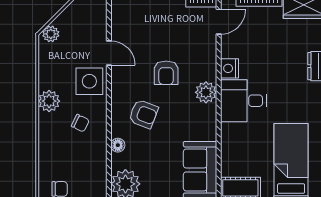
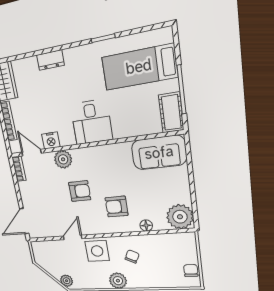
nightstand: (229, 68) -> (51, 141), moved
plant: (206, 92) -> (63, 159), moved
armchair: (143, 114) -> (117, 207), turned -111

